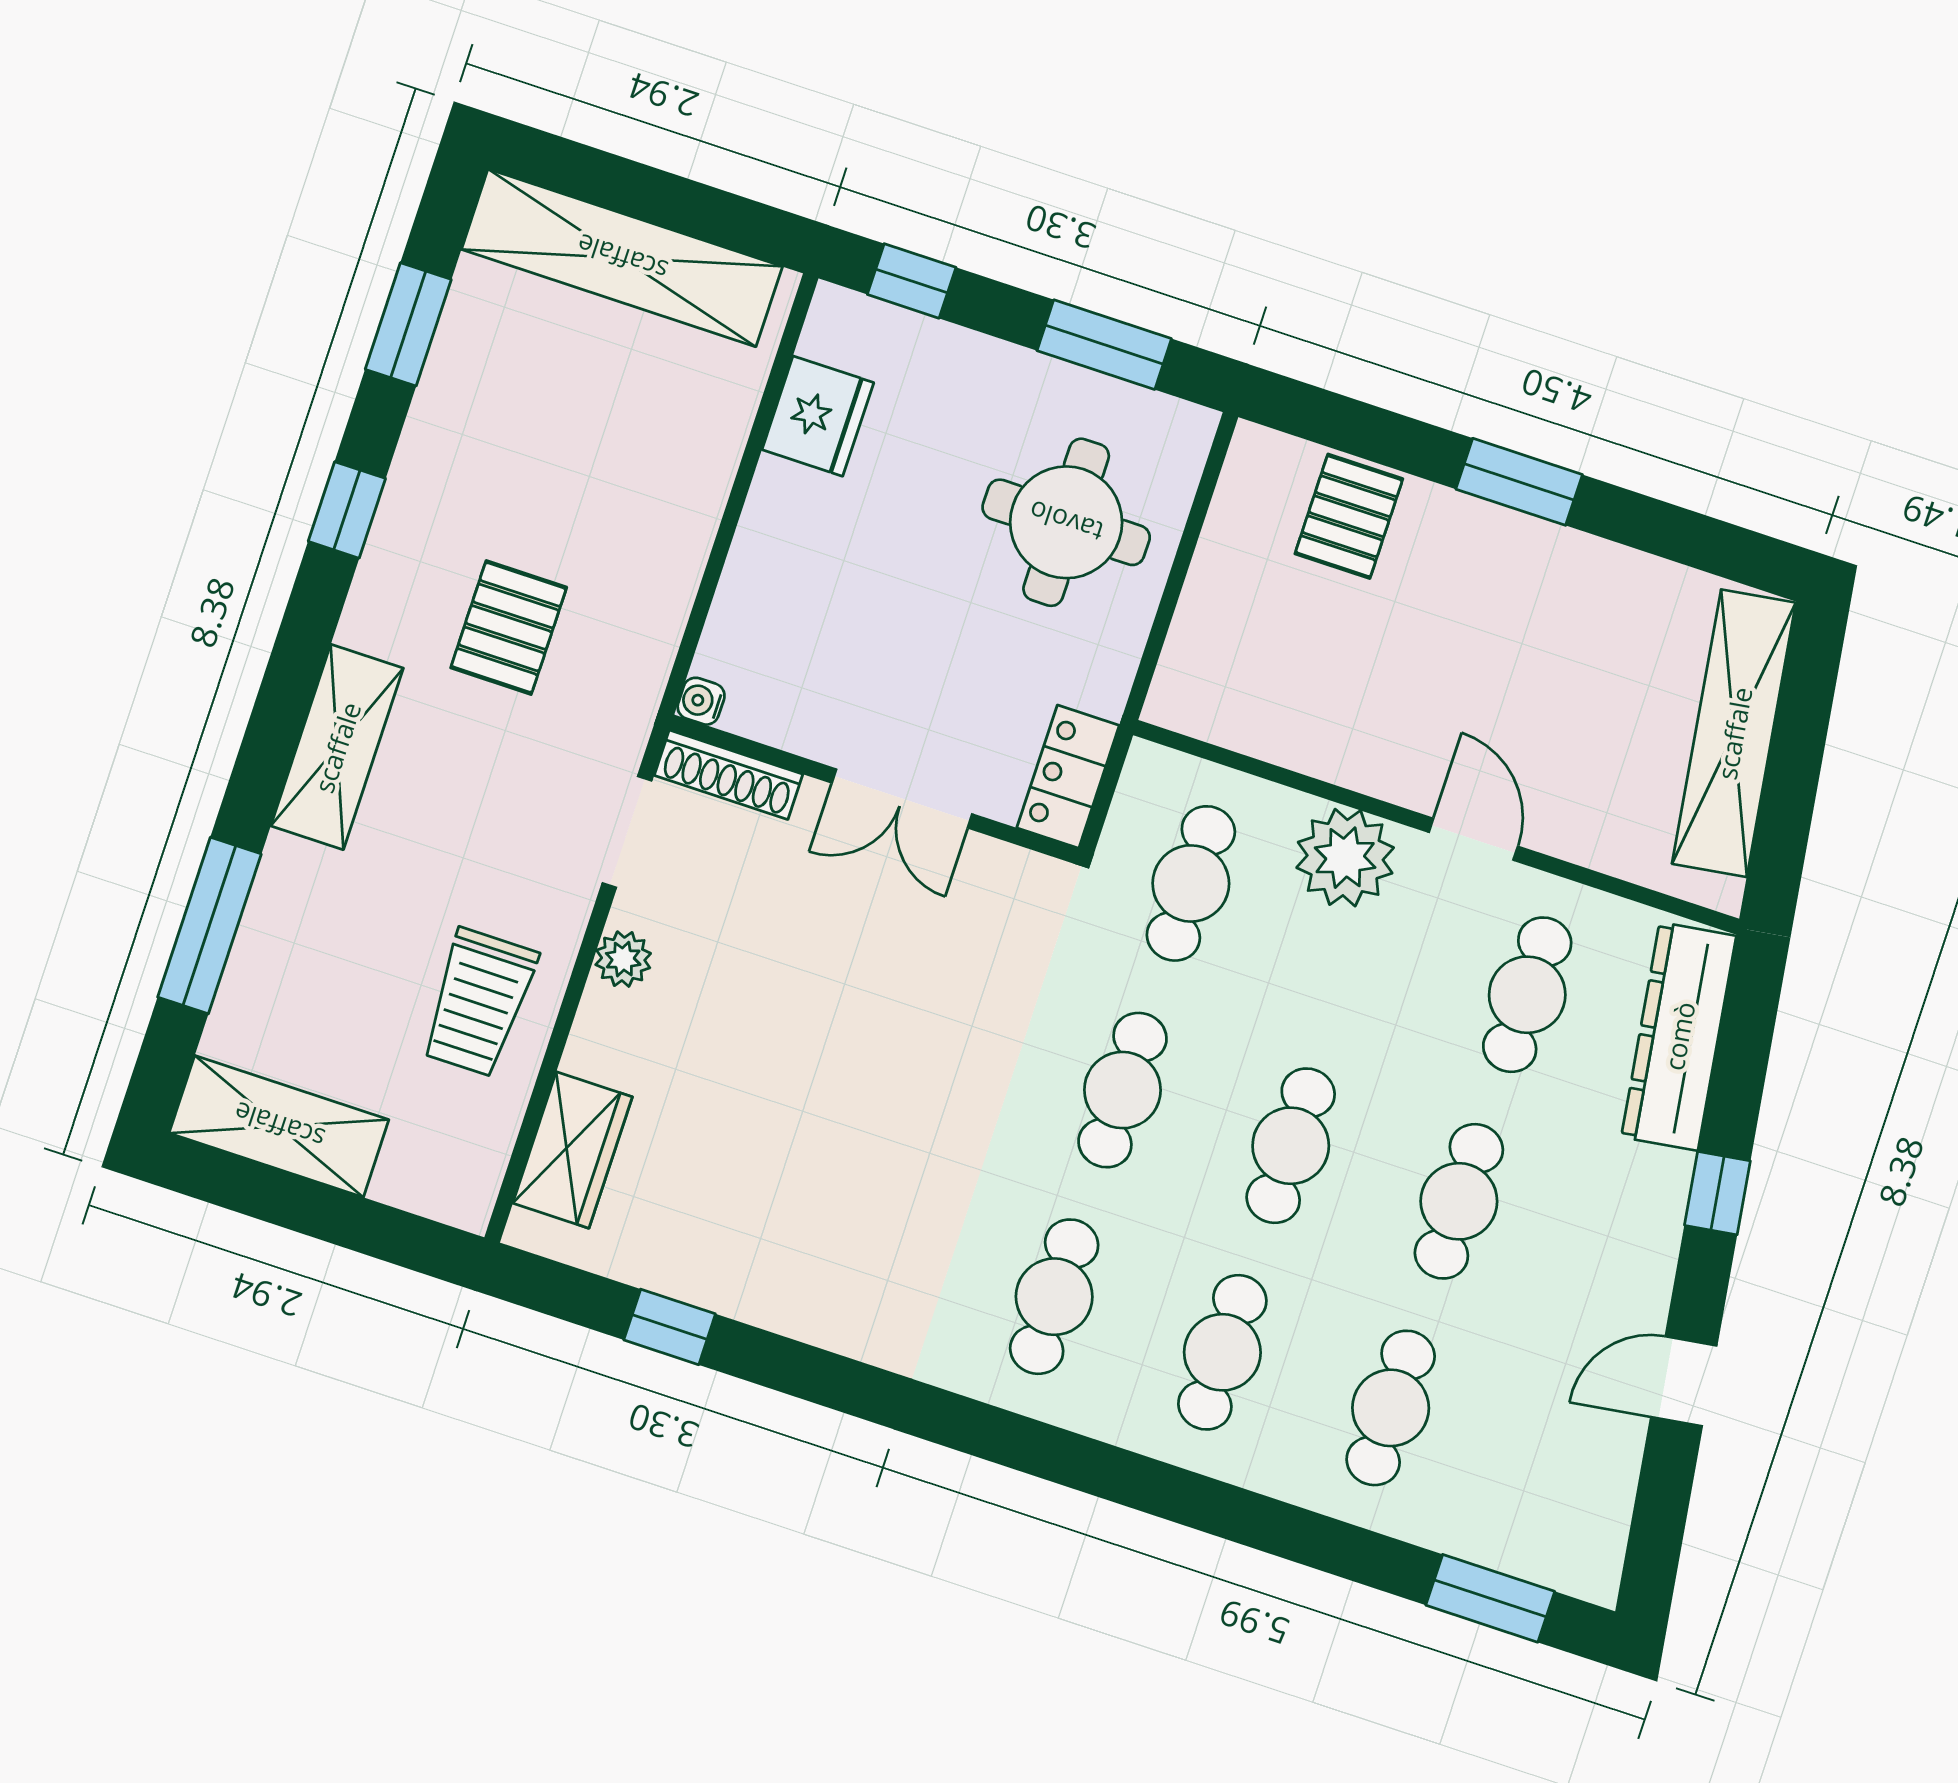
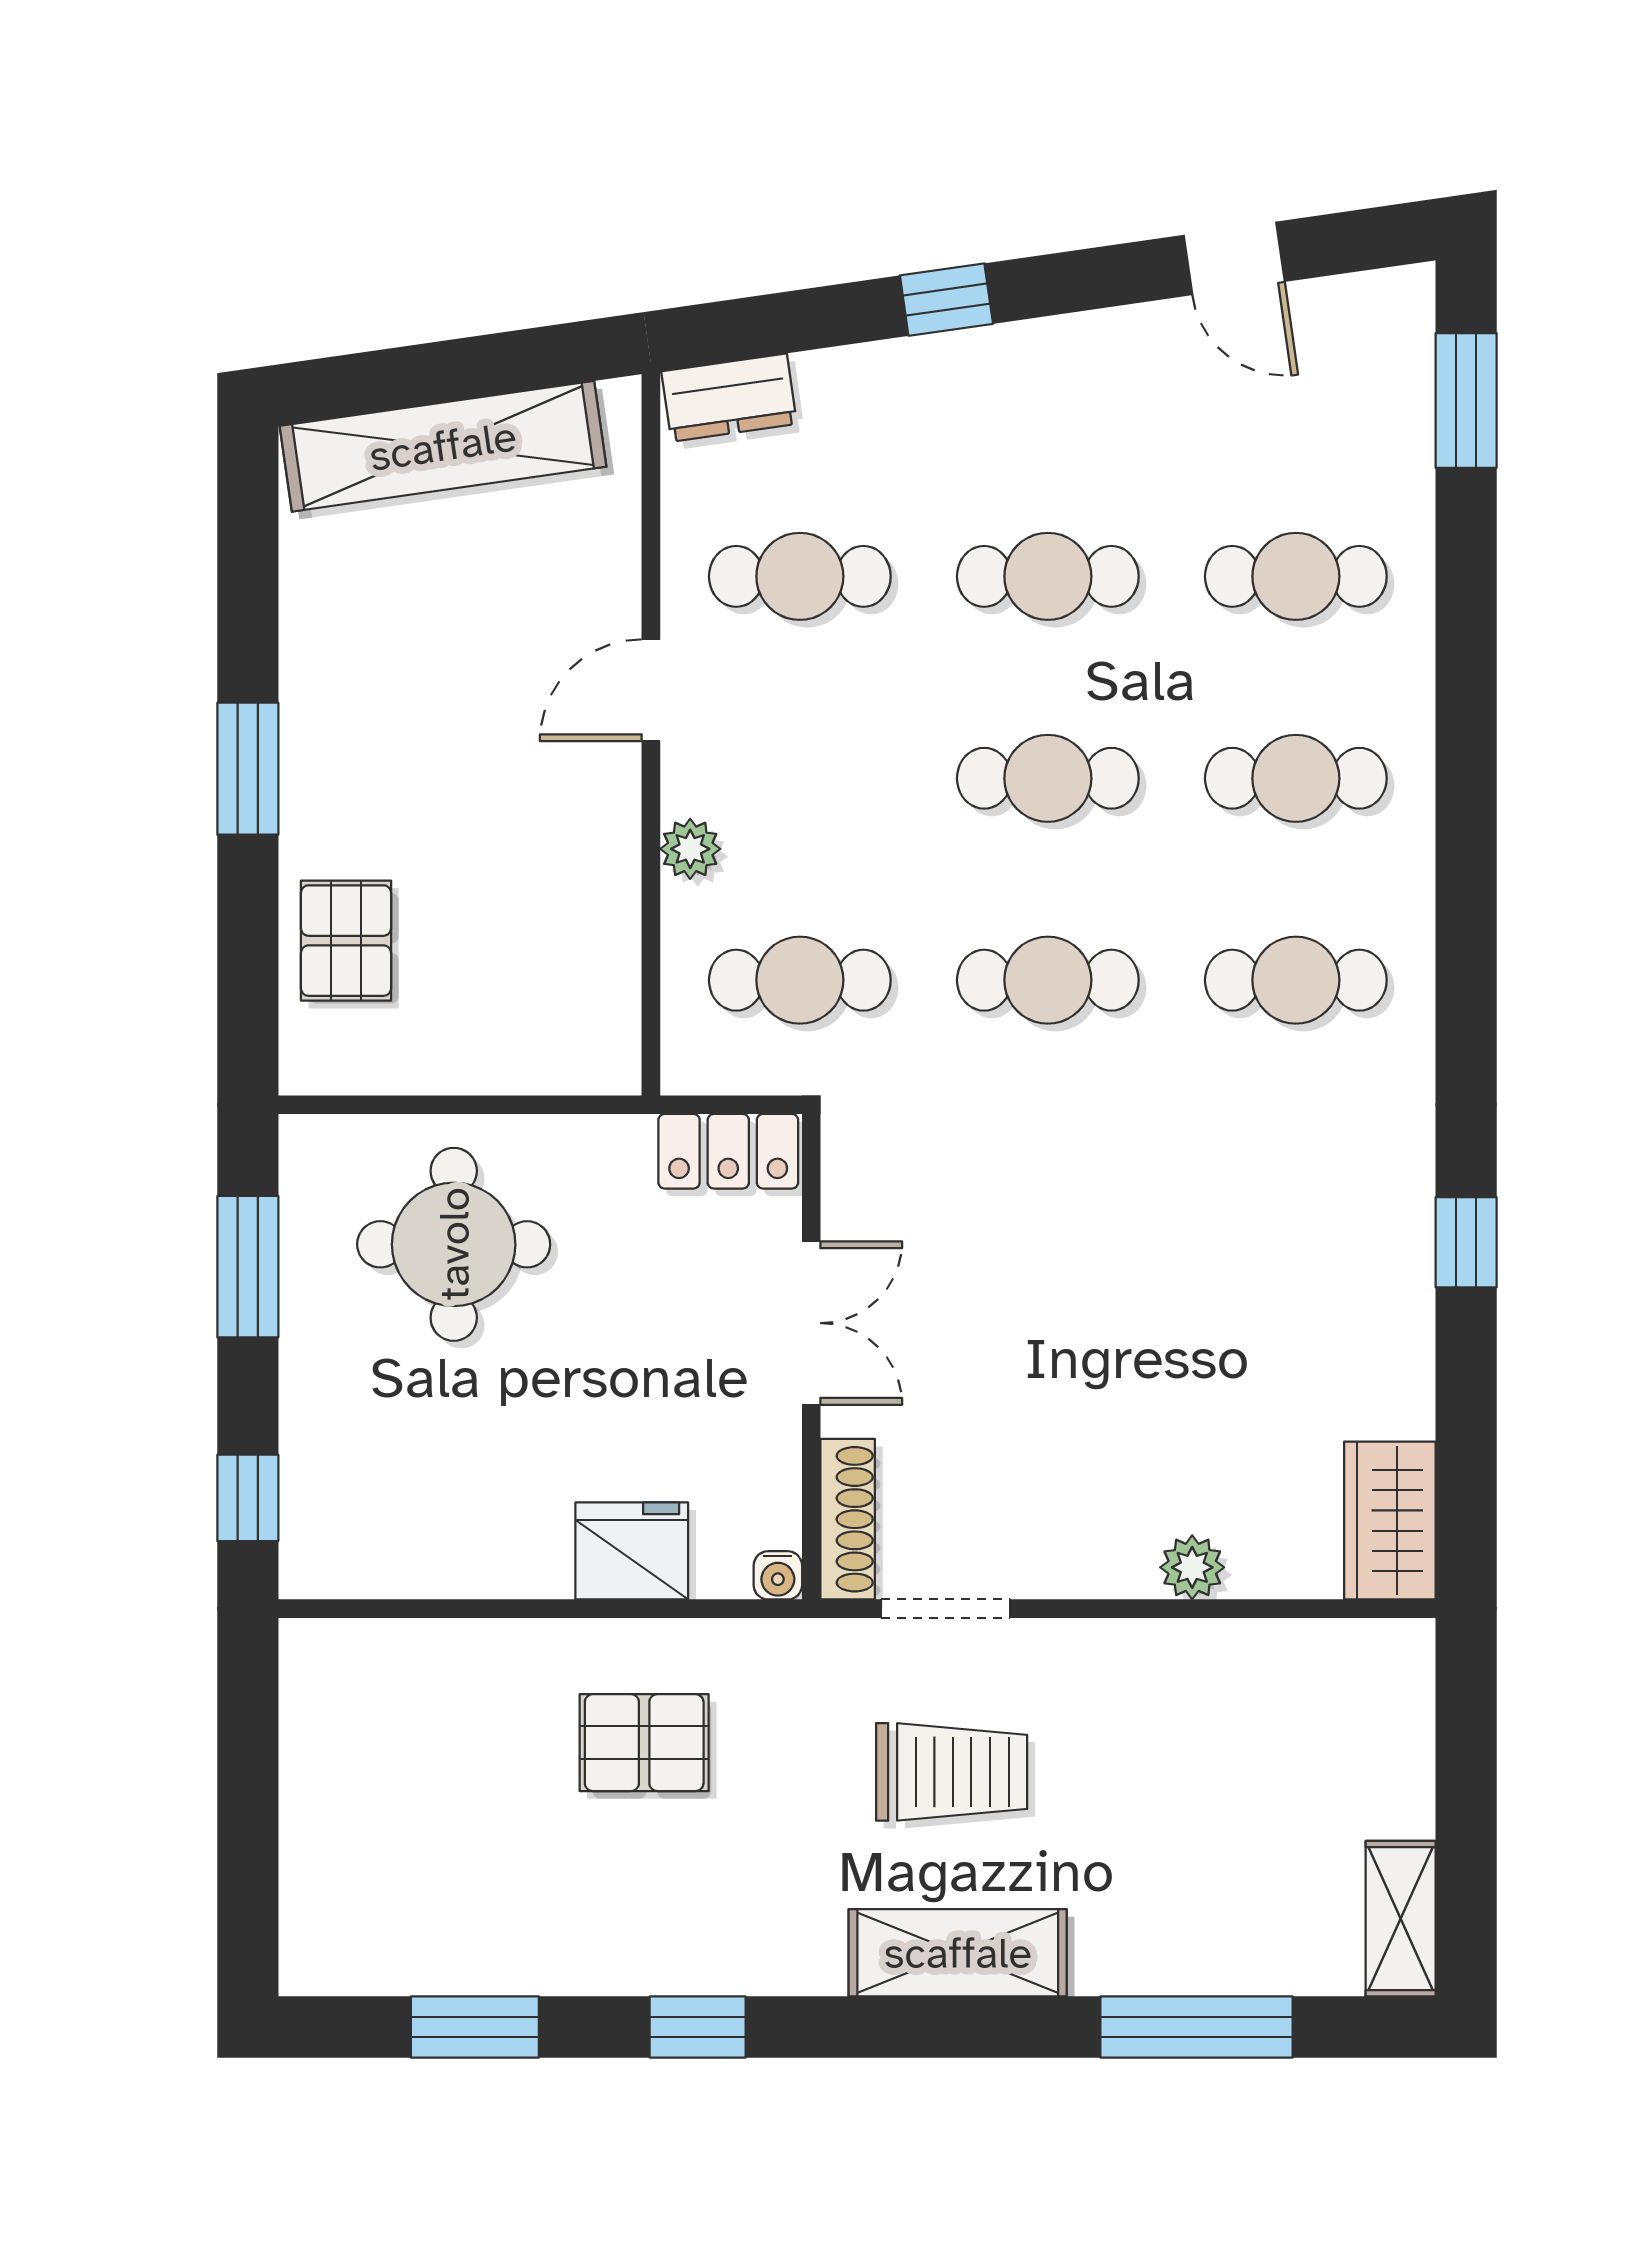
shelving: (622, 258) -> (327, 1820), removed
fridge: (818, 416) -> (632, 1551), moved
pallet: (1349, 516) -> (346, 941), turned 90
pallet: (509, 628) -> (644, 1743), moved
plant: (1345, 858) -> (690, 849), width x0.53, depth x0.53
plant: (623, 959) -> (1192, 1567), moved
trolley: (479, 1003) -> (952, 1772), moved
dresser: (1679, 1036) -> (729, 398), width x0.51, depth x0.80
shelving: (279, 1126) -> (1401, 1919), width x0.67, depth x0.75
wardrobe: (573, 1150) -> (1390, 1521), moved, turned -90
window: (670, 1327) -> (1466, 1242), moved
door: (1684, 1381) -> (1234, 258), moved

